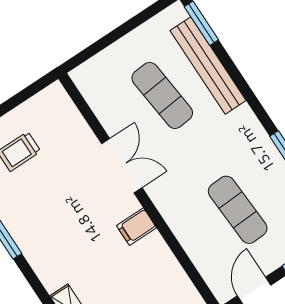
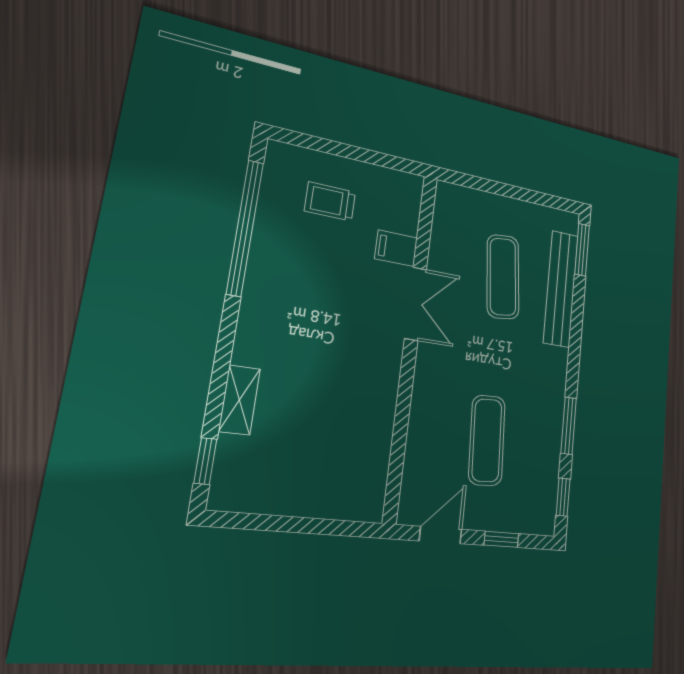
filing cabinet: (136, 227) -> (396, 248), moved

